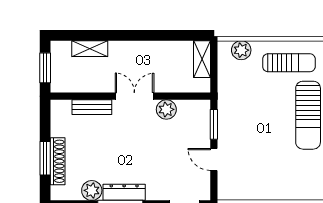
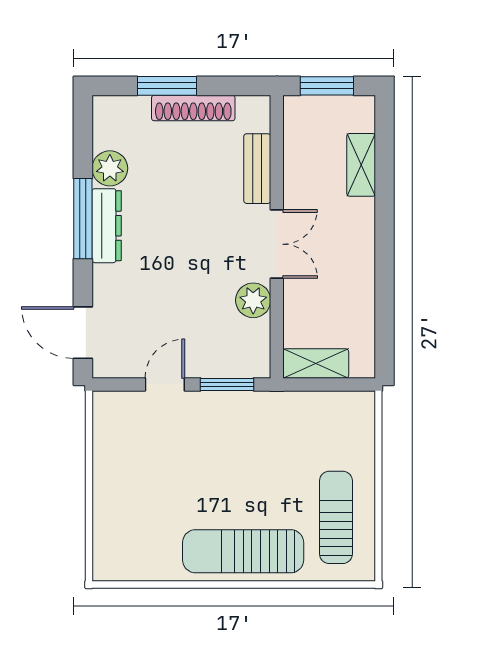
plant: (241, 50) -> (358, 433), removed
shelving: (202, 59) -> (316, 364), moved
sun lounger: (289, 63) -> (336, 517), turned 180
shoe rack: (58, 161) -> (193, 108), moved

